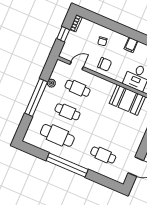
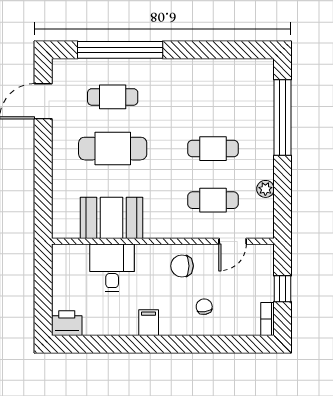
window: (36, 97) -> (283, 118), moved
cafe table: (57, 135) -> (113, 149), moved
window: (67, 165) -> (120, 50), moved

